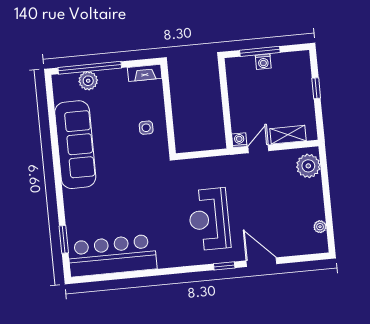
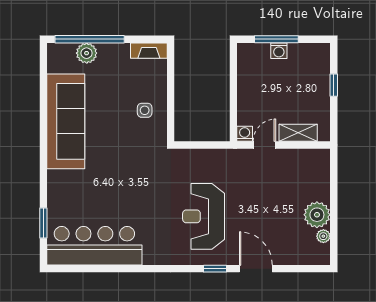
plant: (308, 166) -> (317, 215), moved

